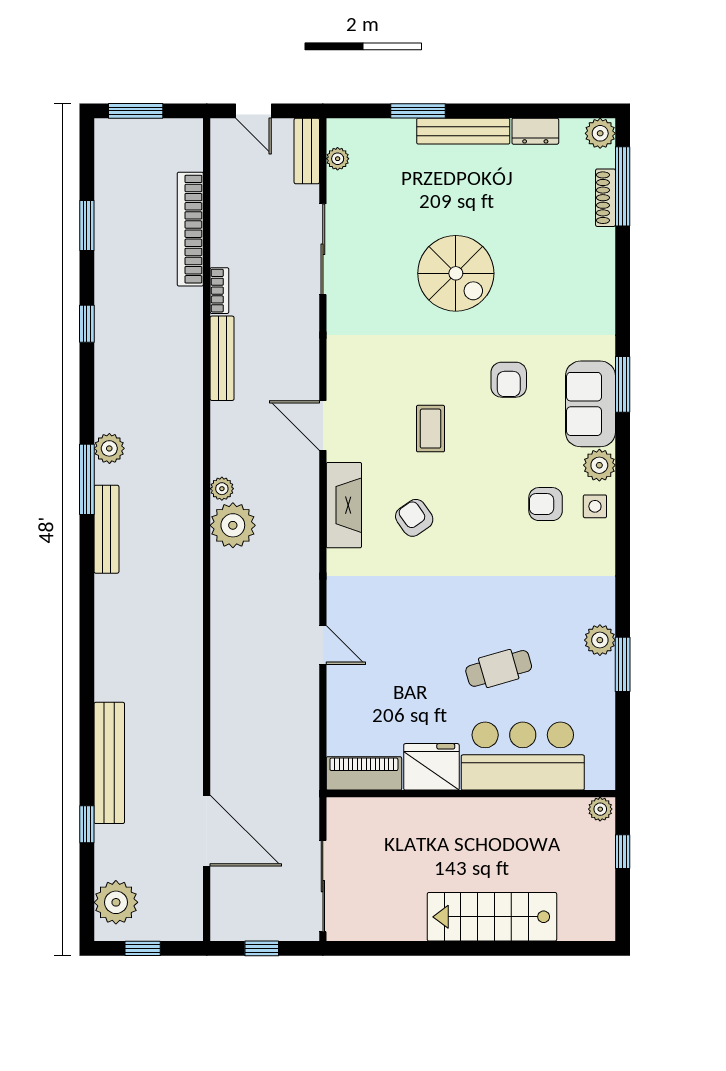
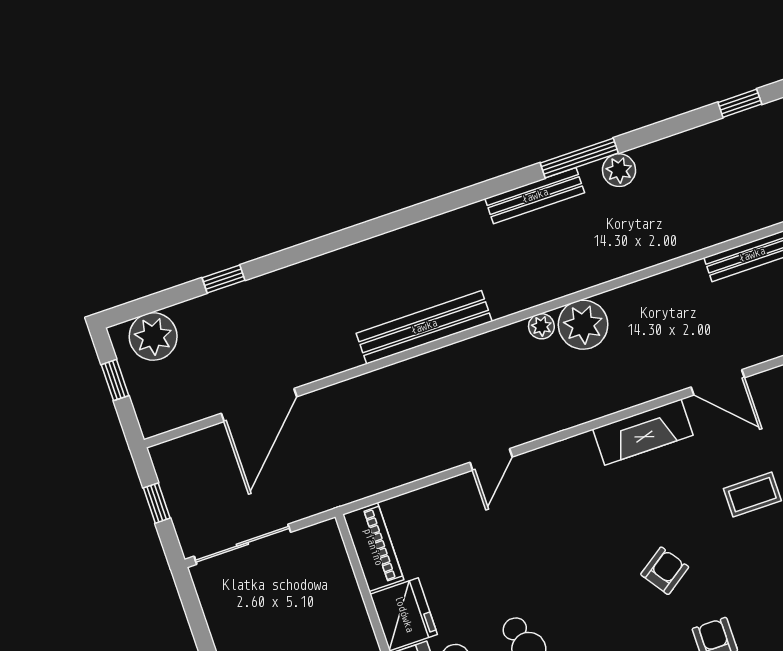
door: (323, 425) -> (718, 382), swing flipped
plant: (222, 489) -> (541, 326), moved
armchair: (414, 518) -> (665, 571), moved
bench: (109, 763) -> (424, 327), moved

